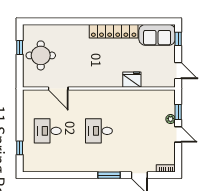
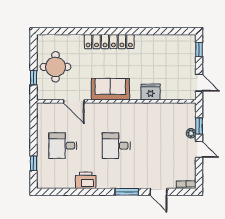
locker: (114, 31) -> (109, 42), moved
sofa: (157, 35) -> (110, 89), moved, turned 180
window: (20, 47) -> (34, 78), moved
printer: (70, 164) -> (86, 180), added

